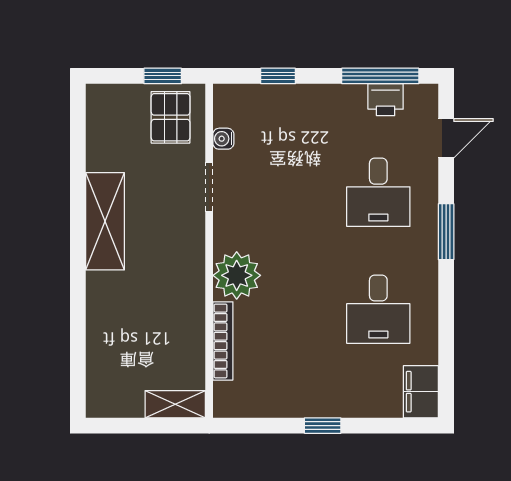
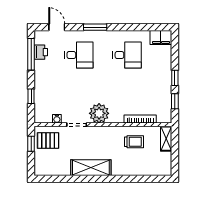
plant: (237, 275) -> (99, 113), moved
trolley: (168, 326) -> (134, 142), added
window: (266, 426) -> (175, 101), added

